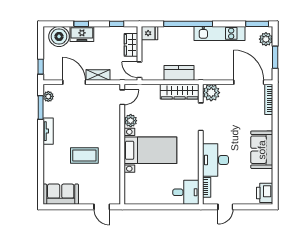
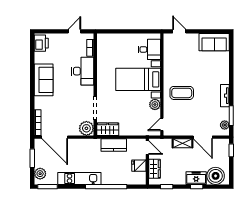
fridge: (149, 33) -> (139, 166), moved
wardrobe: (180, 92) -> (108, 129), width x0.67
coffee table: (84, 156) -> (182, 93), moved
desk: (186, 192) -> (149, 49), moved, turned 180

